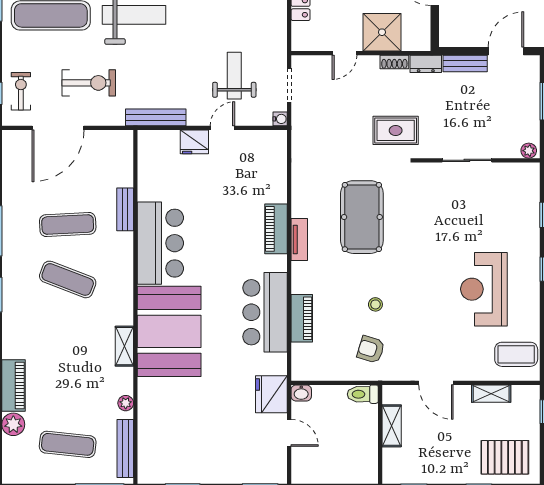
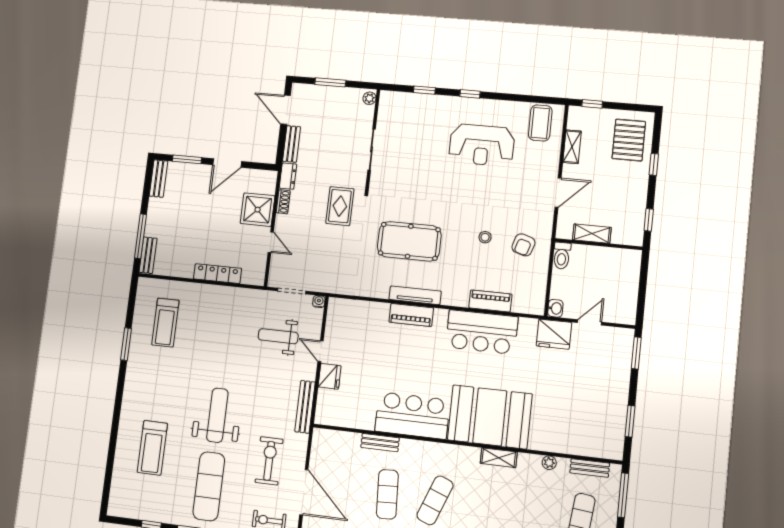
tv unit: (299, 240) -> (415, 295), width x1.41
bench: (125, 449) -> (590, 468), width x0.73

